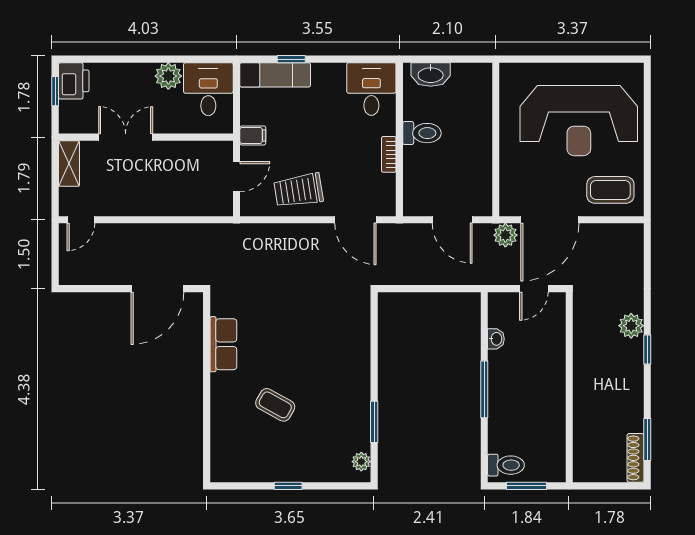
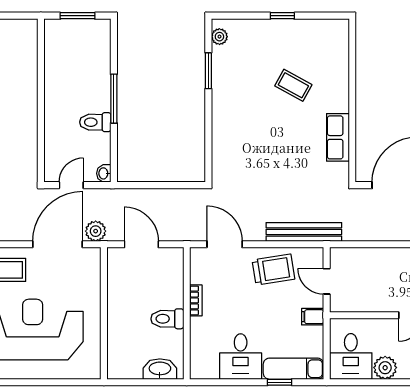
desk: (371, 89) -> (241, 357), moved
door: (236, 177) -> (327, 281), hinge flipped
bench: (263, 234) -> (304, 232), added
washbasin: (496, 339) -> (104, 173), moved
toilet: (506, 465) -> (95, 122), moved

